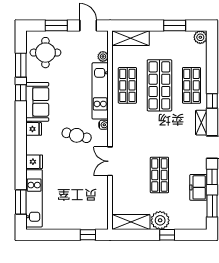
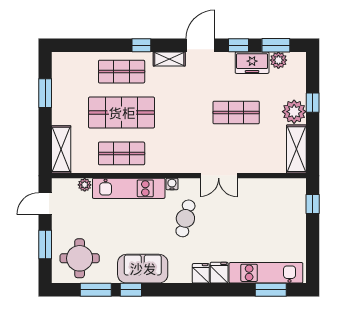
plant: (200, 37) -> (278, 60), moved
fridge: (34, 129) -> (201, 273), moved

